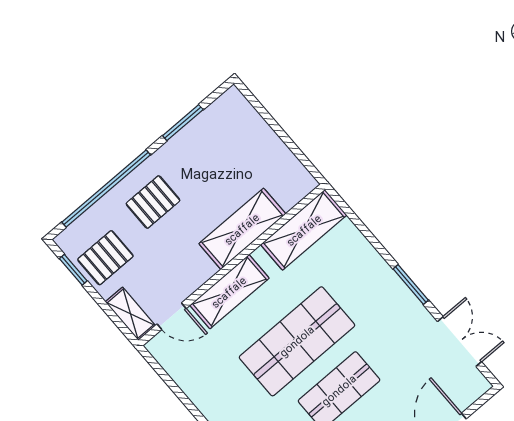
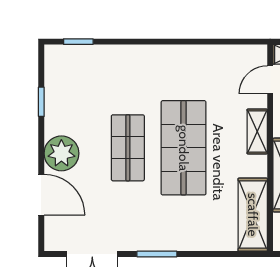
shelving: (229, 292) -> (257, 131), width x0.67, depth x0.75

